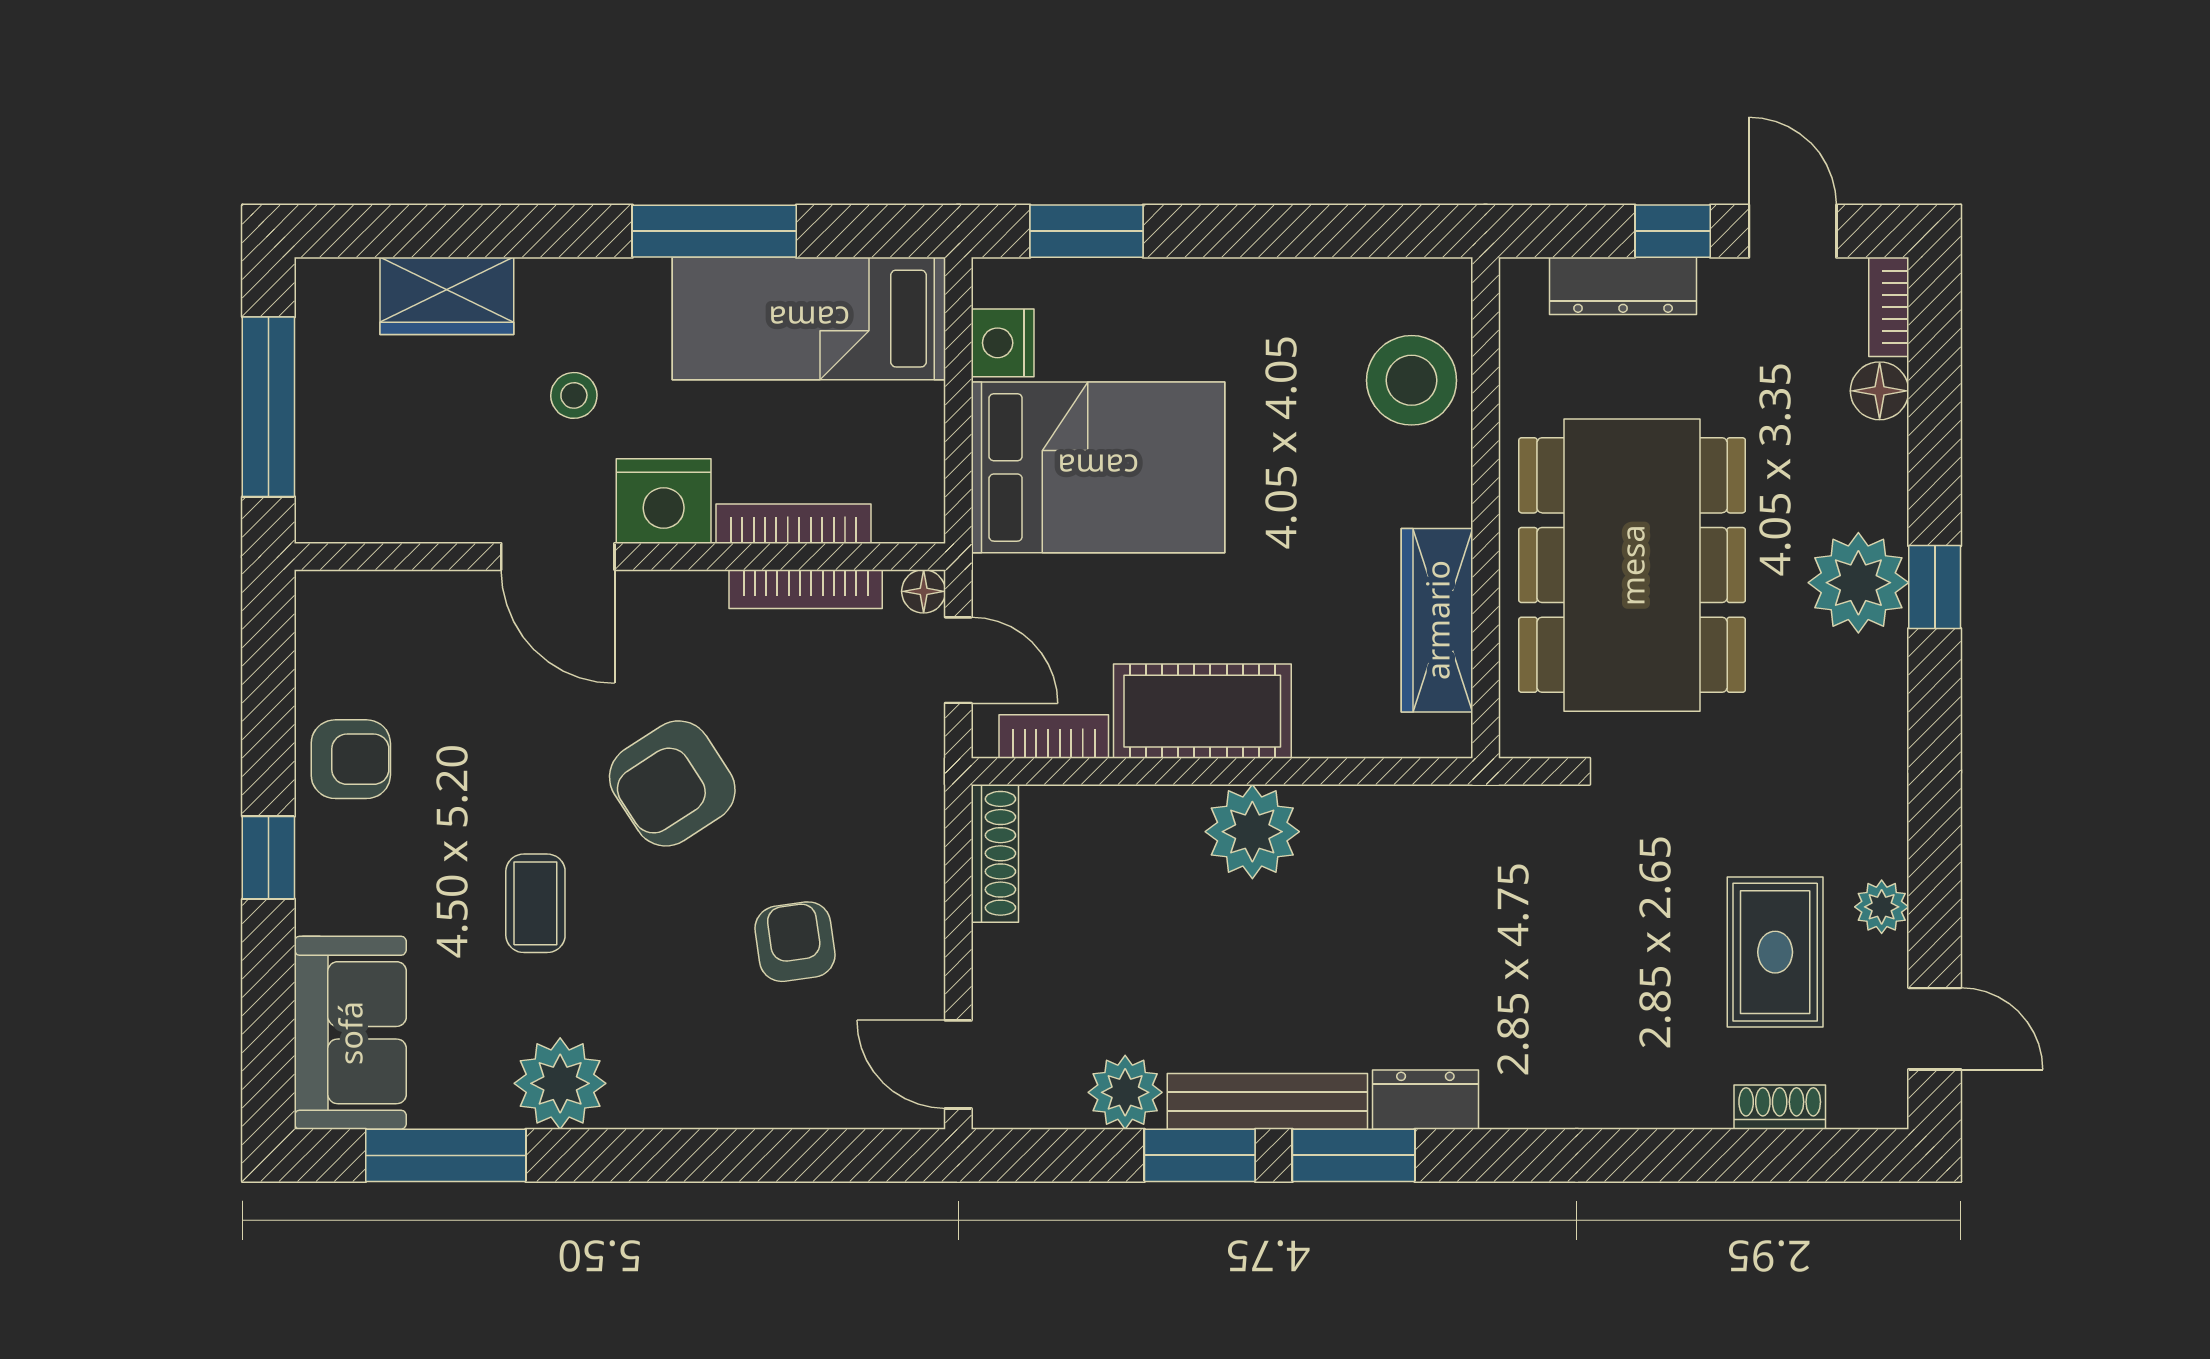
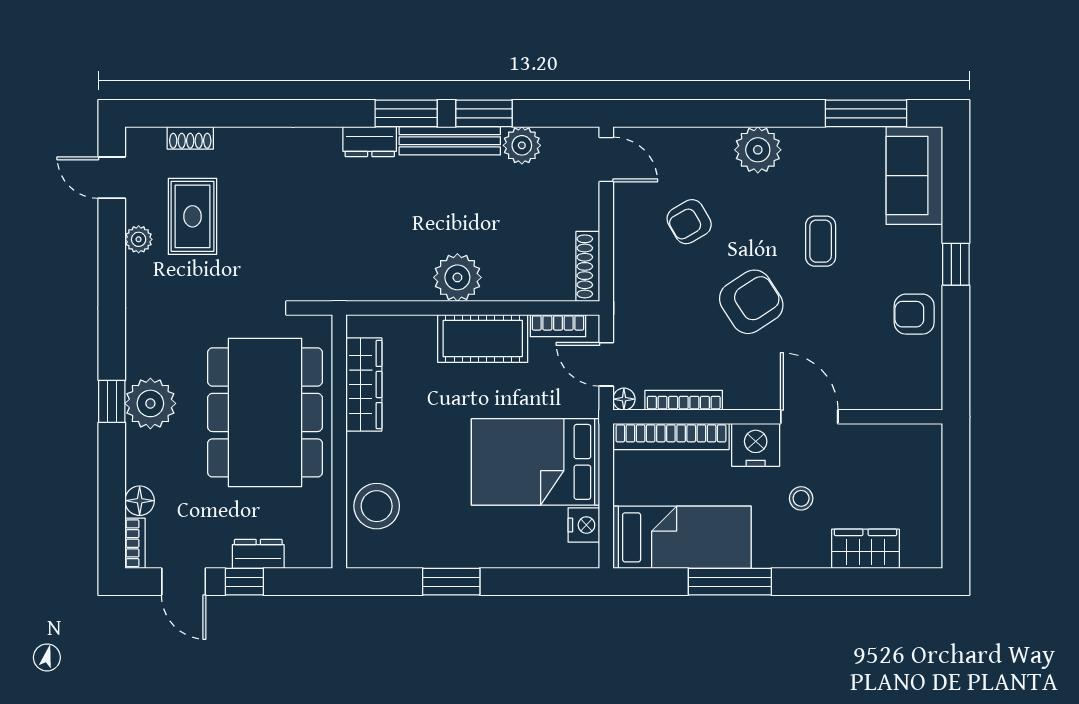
window: (1087, 231) -> (451, 582), moved
dresser: (1623, 286) -> (258, 554), width x0.70
window: (268, 407) -> (956, 493), removed
bookcase: (794, 524) -> (671, 437), width x1.48, depth x1.31
armchair: (795, 942) -> (689, 222), turned 68
plant: (560, 1083) -> (758, 150), moved

